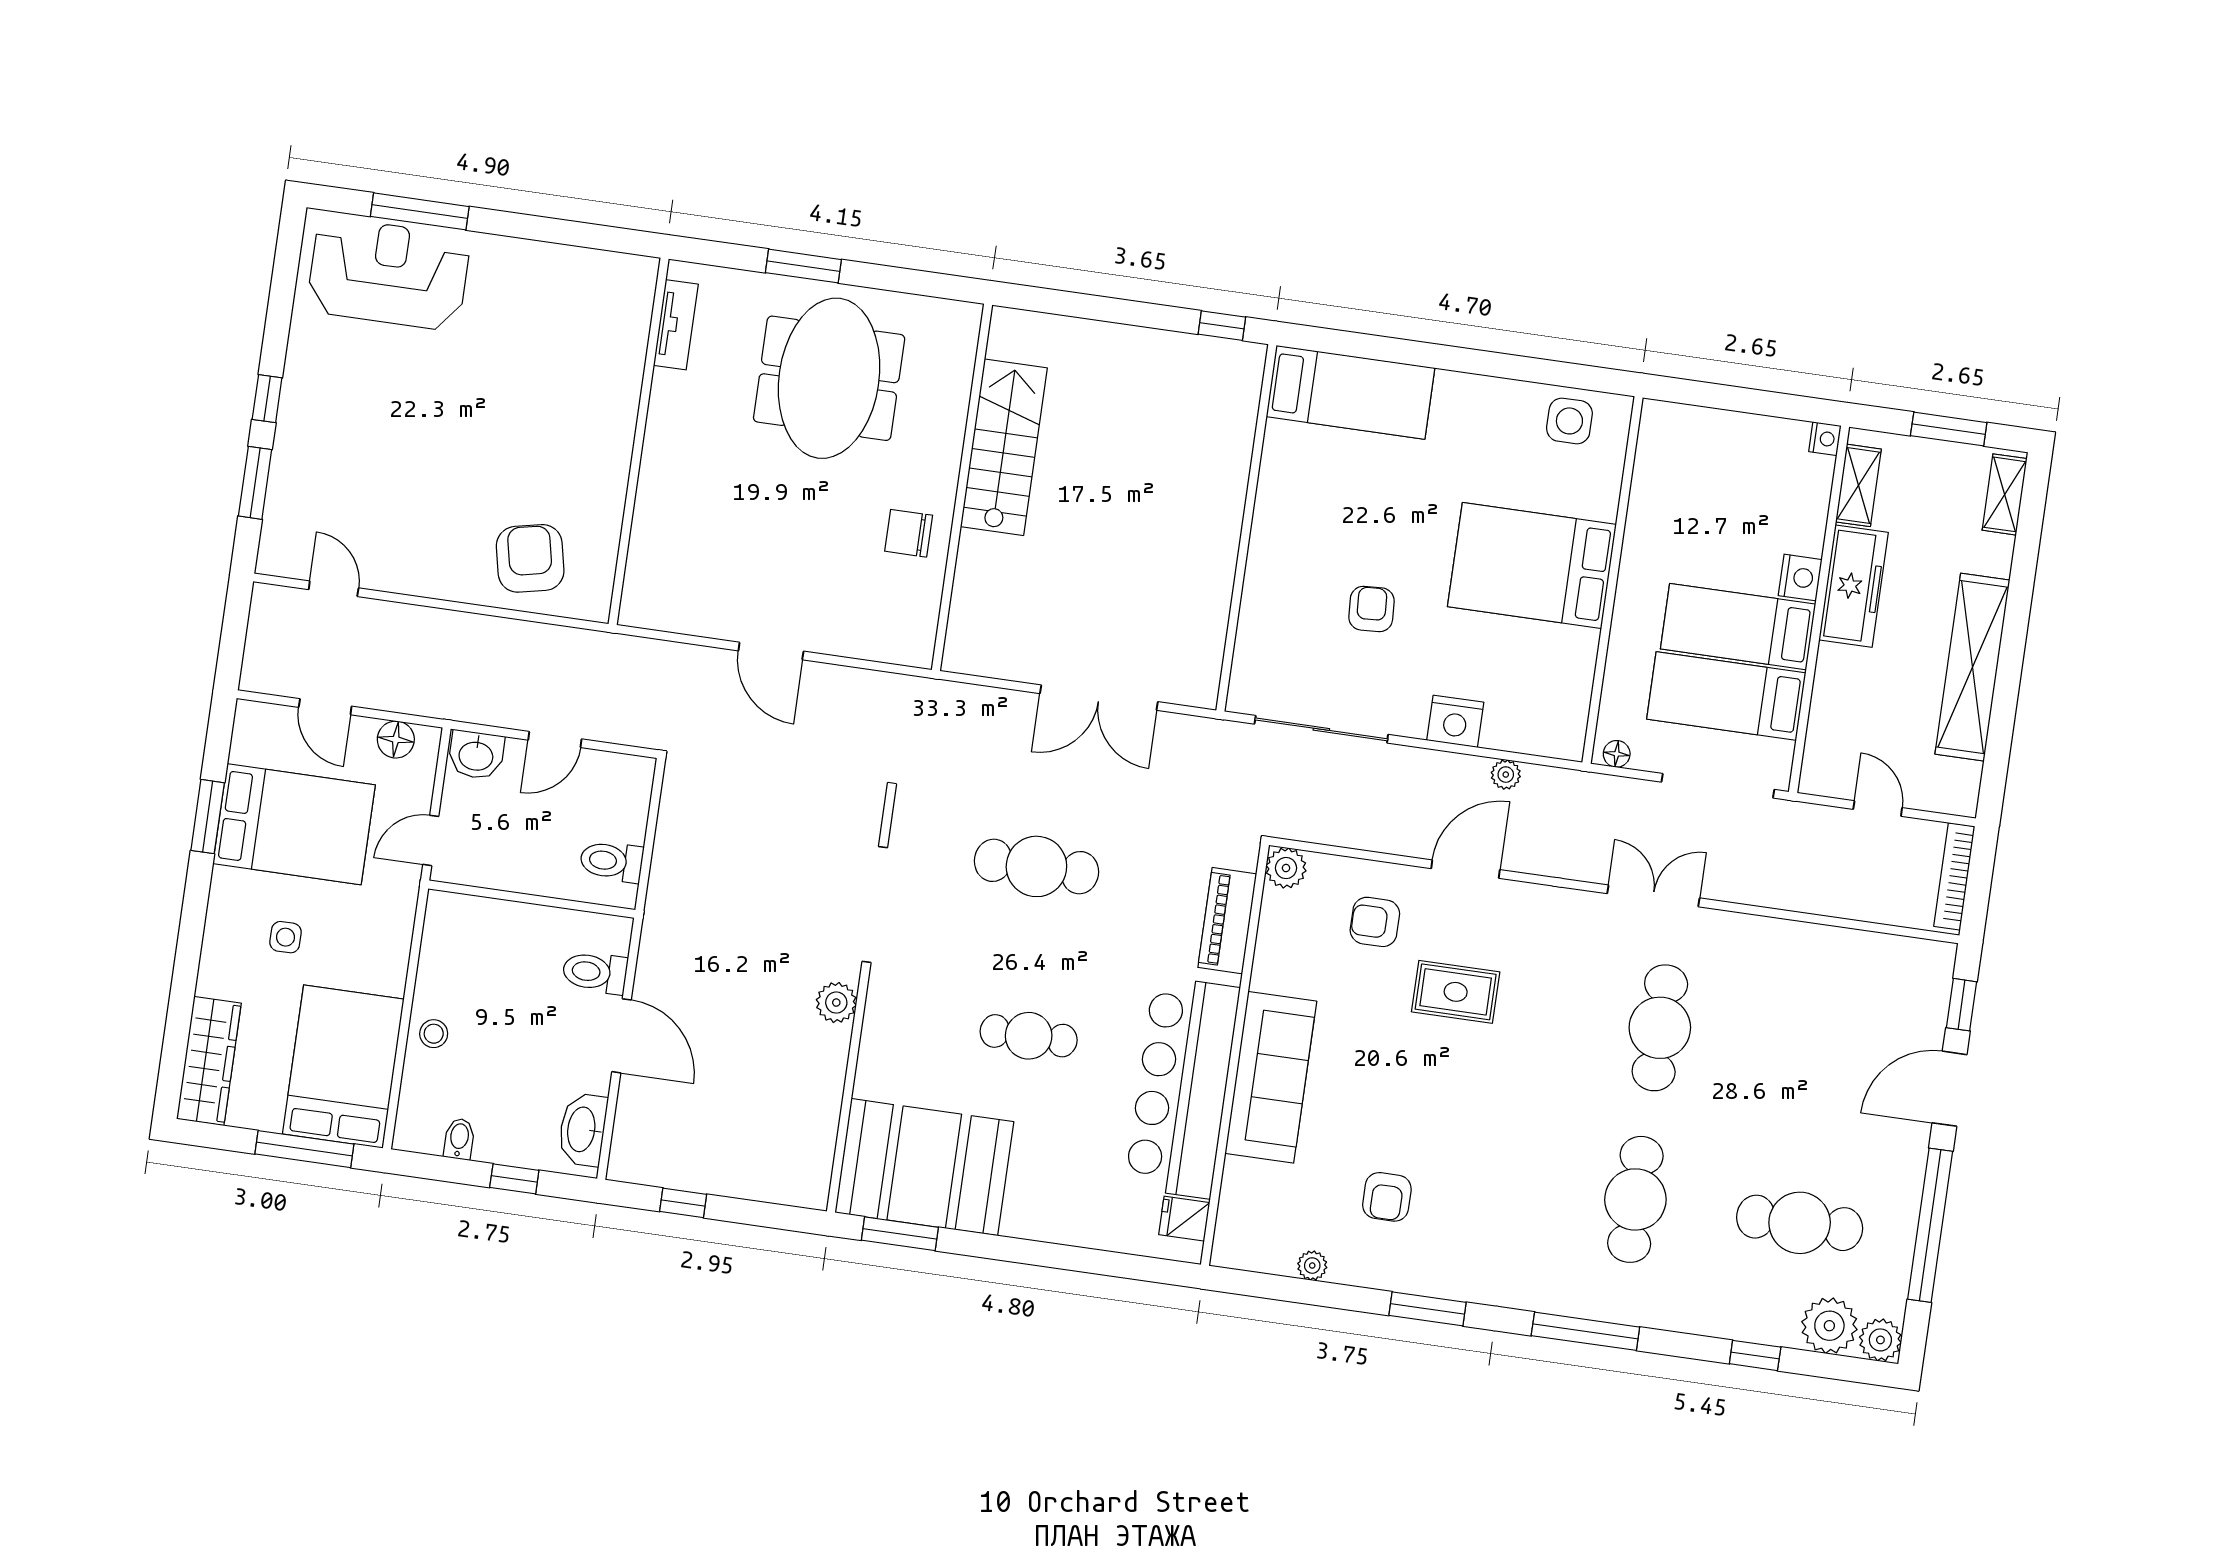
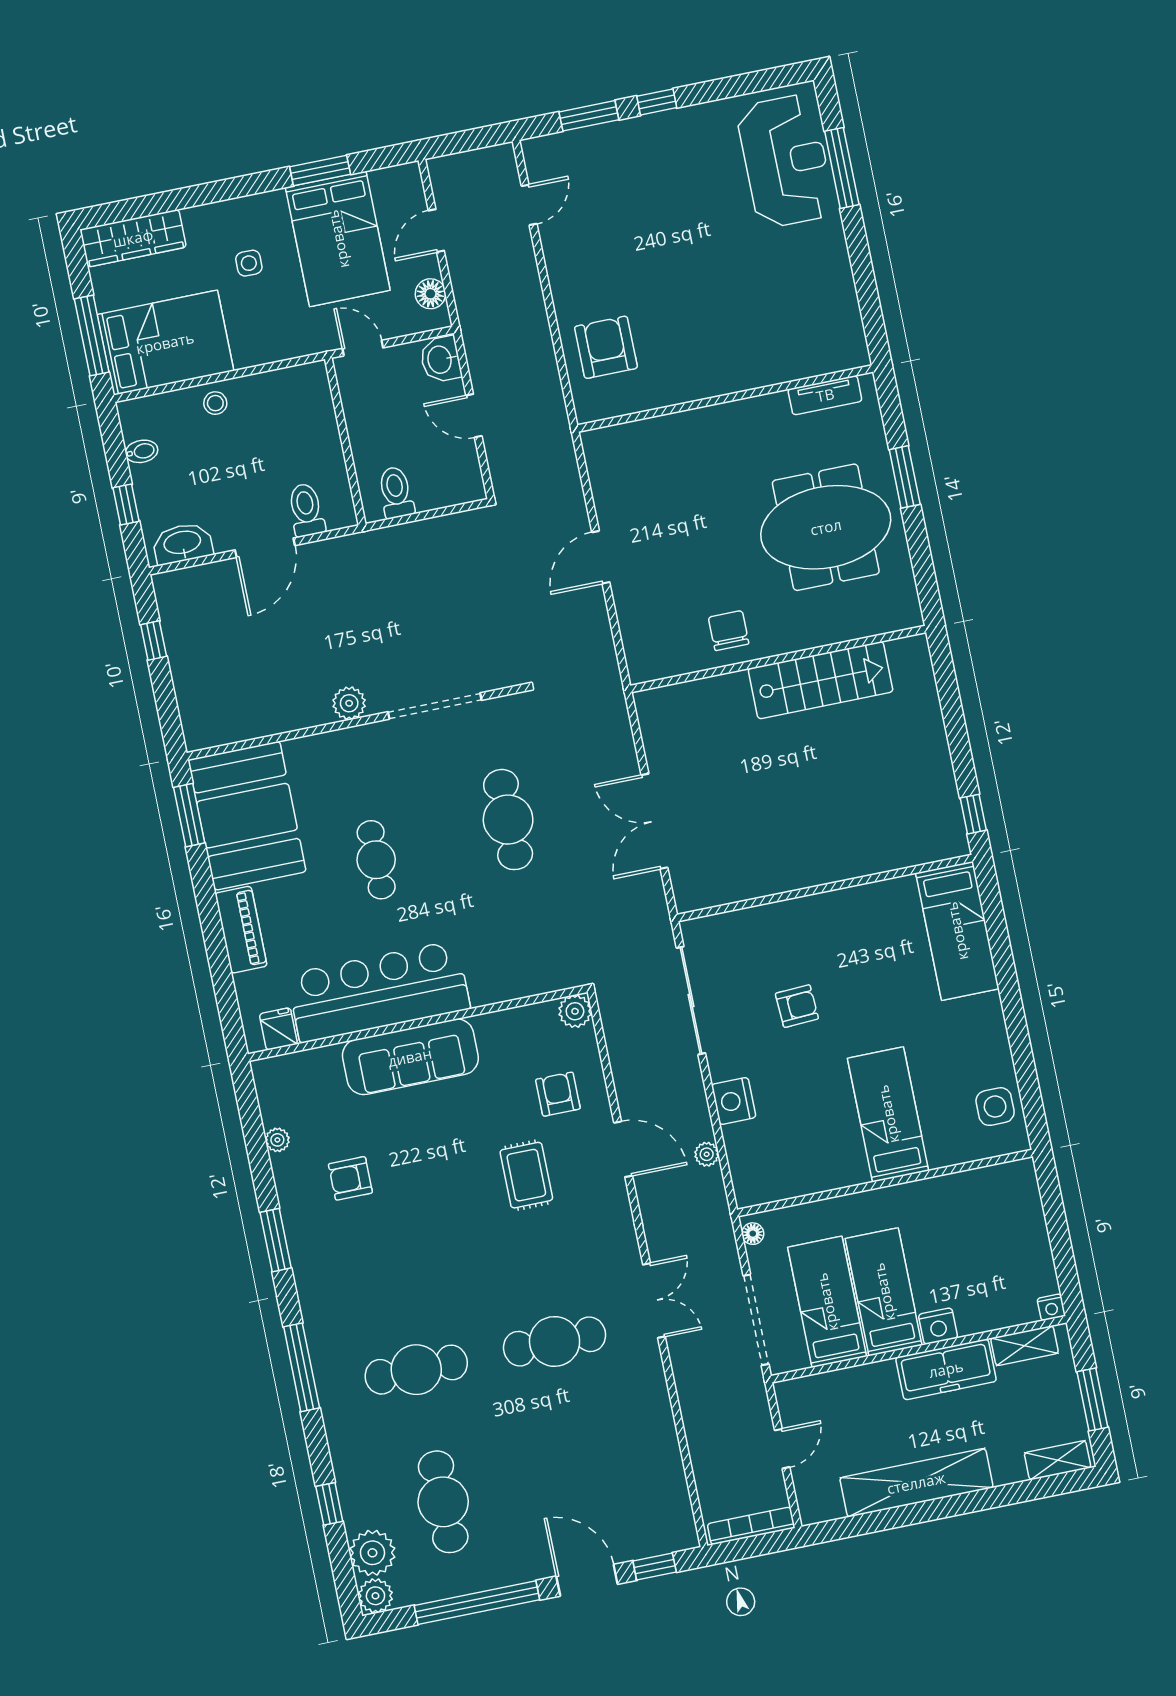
armchair: (530, 558) -> (606, 347), turned -78
bed: (1532, 566) -> (888, 1114), width x0.67
piano: (1227, 921) -> (241, 930), moved, turned 90

